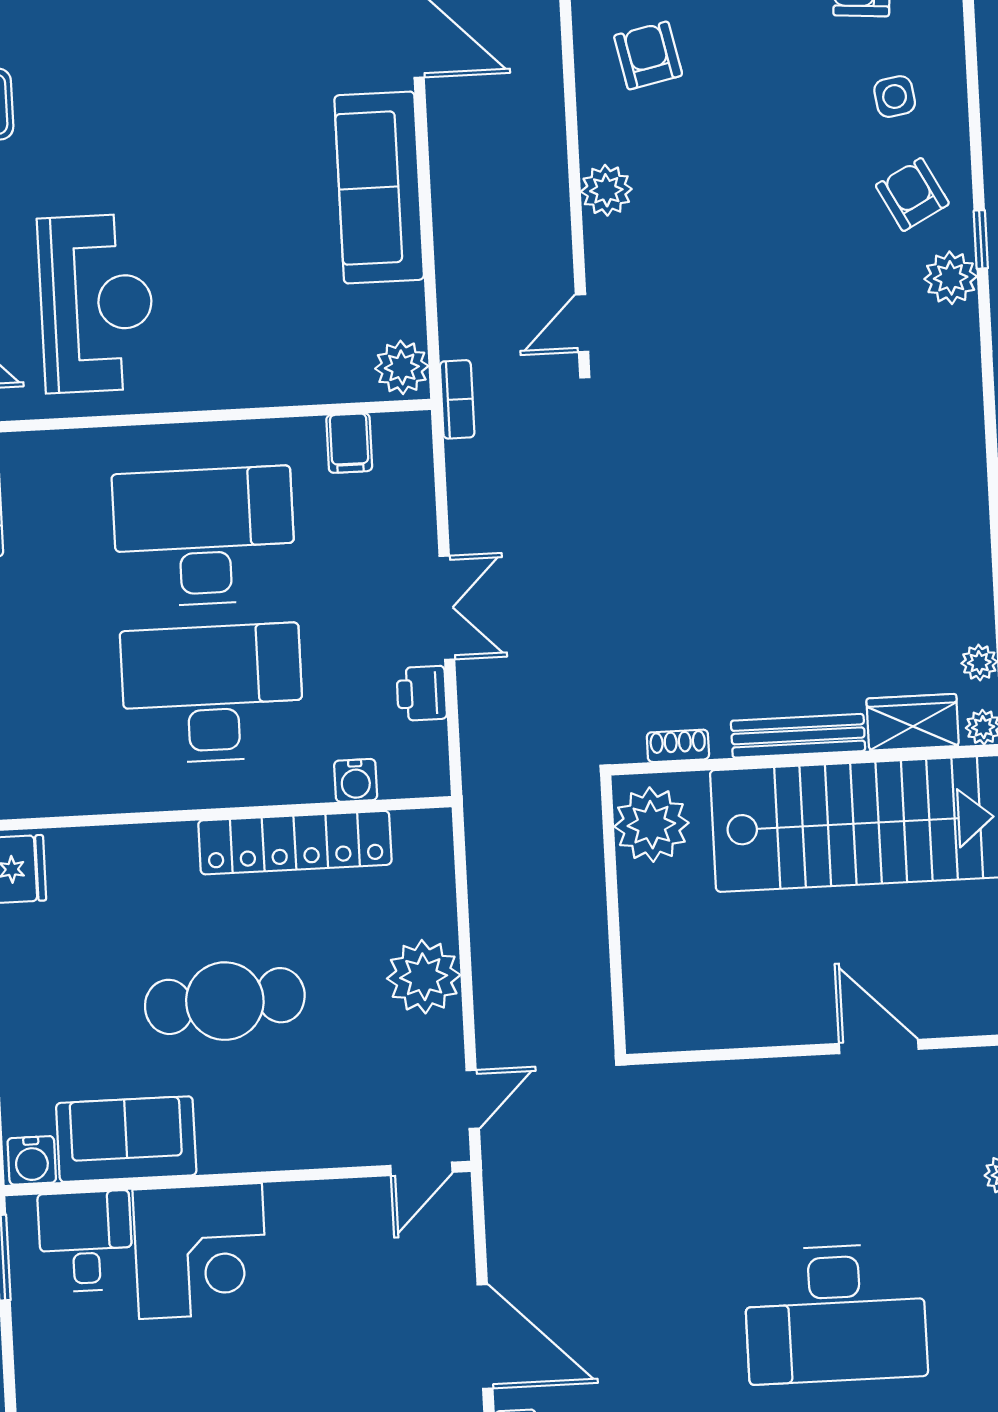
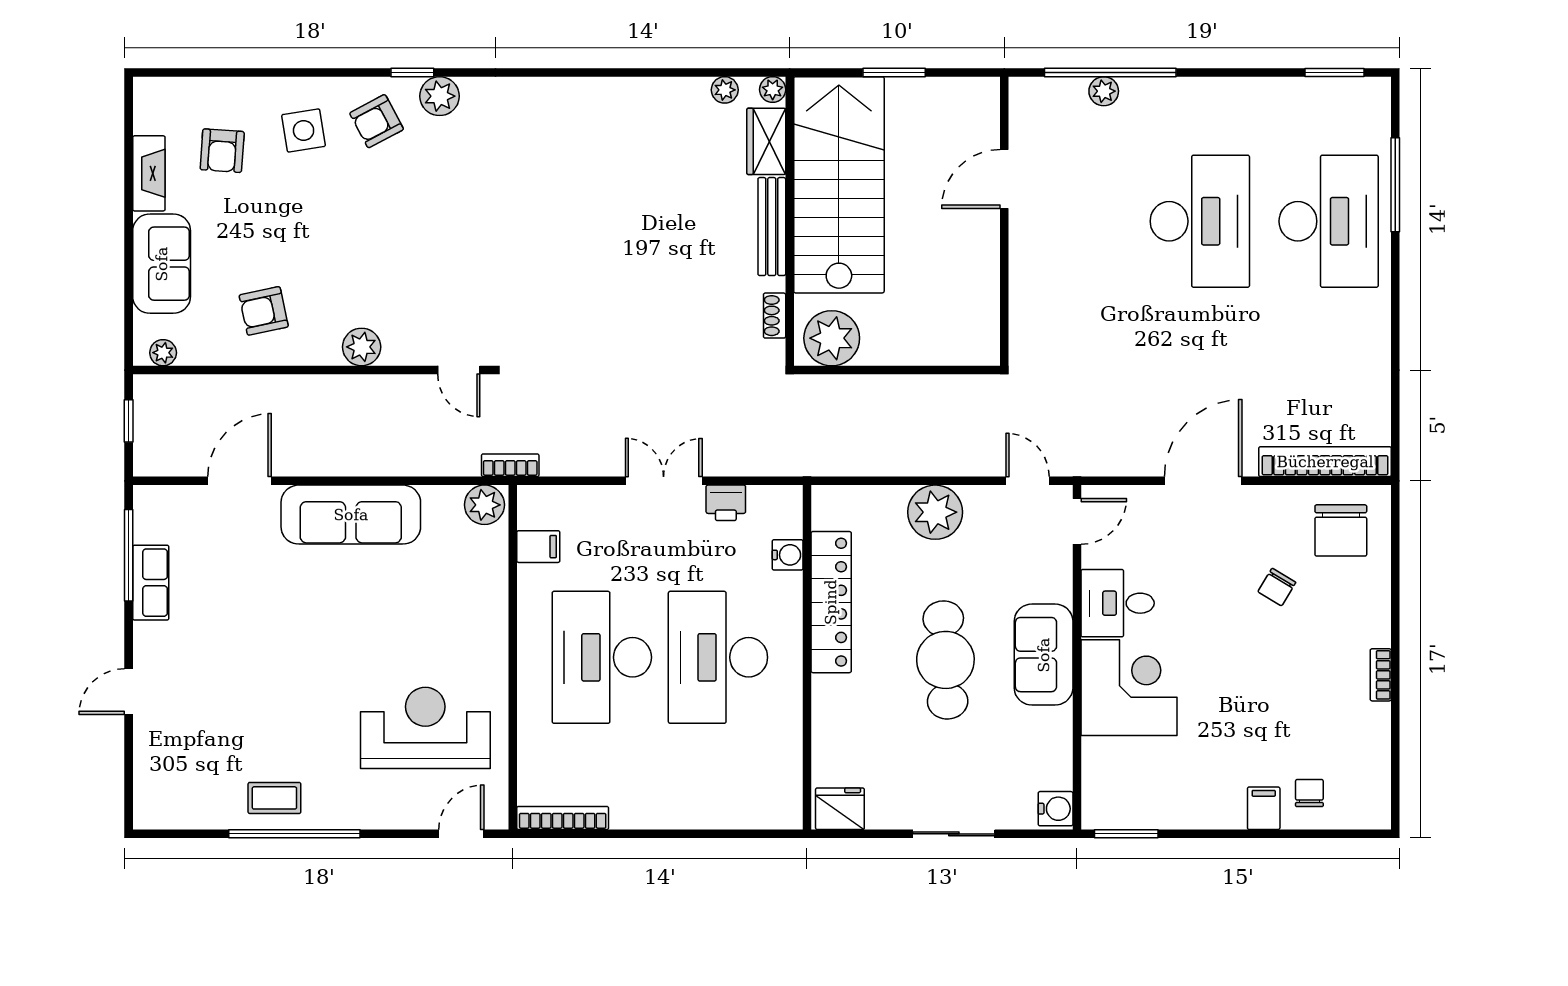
side table: (895, 97) -> (304, 131), width x1.37, depth x1.37
sofa: (126, 1139) -> (1044, 655), moved
door: (421, 1169) -> (1077, 521), hinge flipped
desk: (85, 1241) -> (1118, 603), moved

